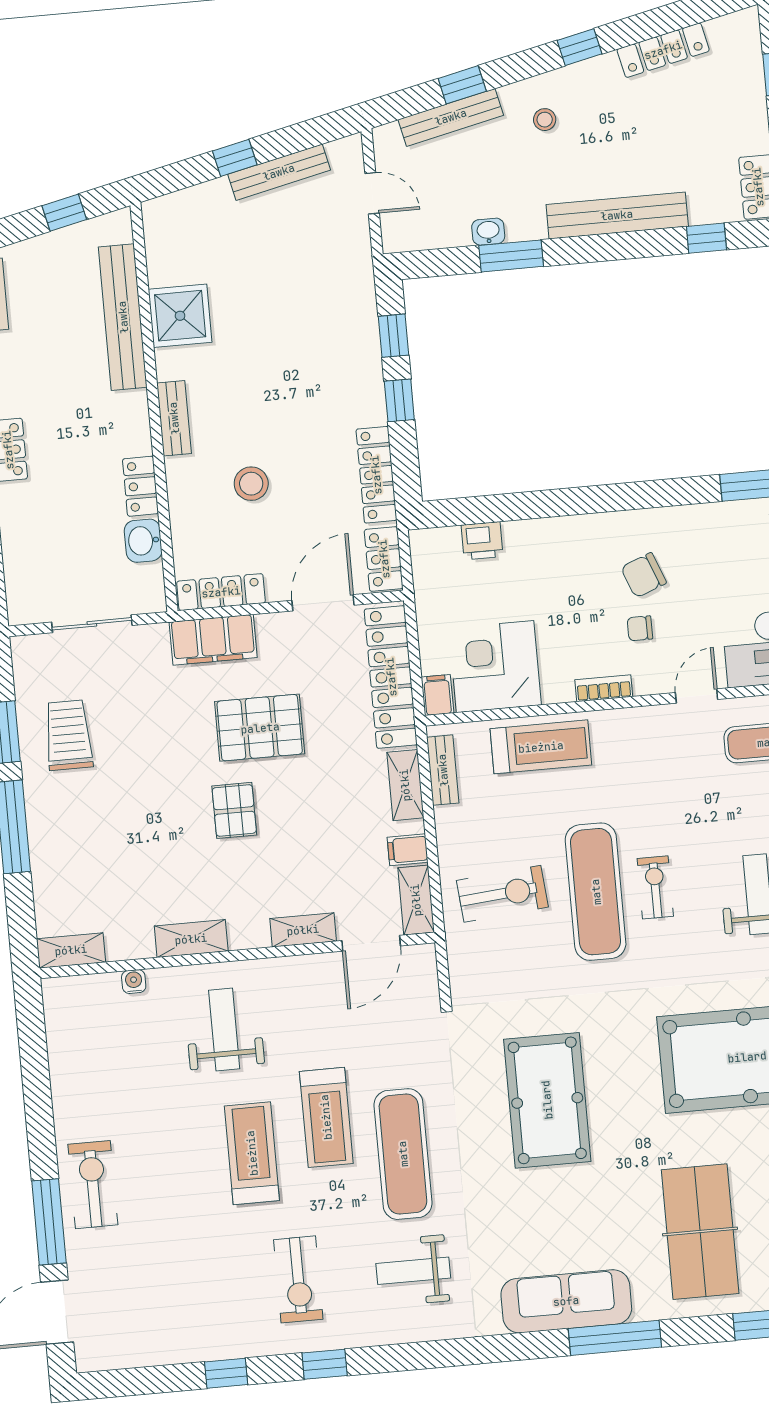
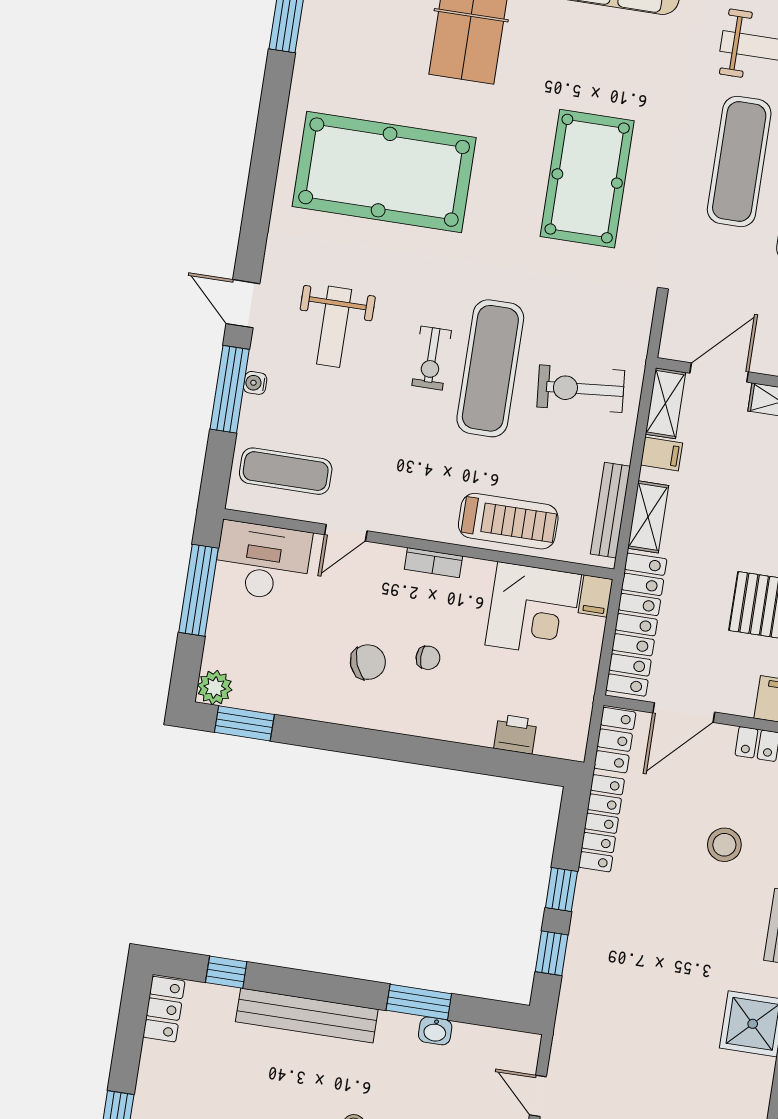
chair: (640, 628) -> (428, 658), moved
treadmill: (541, 747) -> (508, 521), turned 180
bench: (443, 770) -> (610, 510), width x1.36

